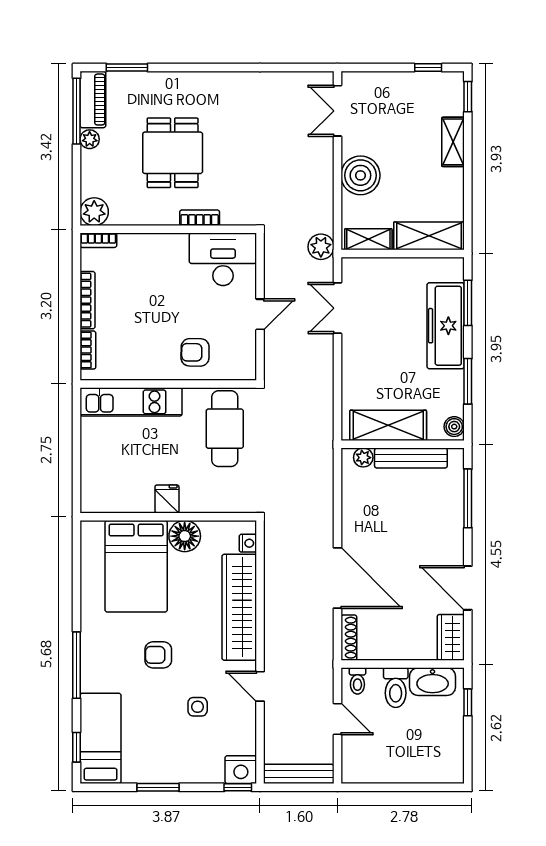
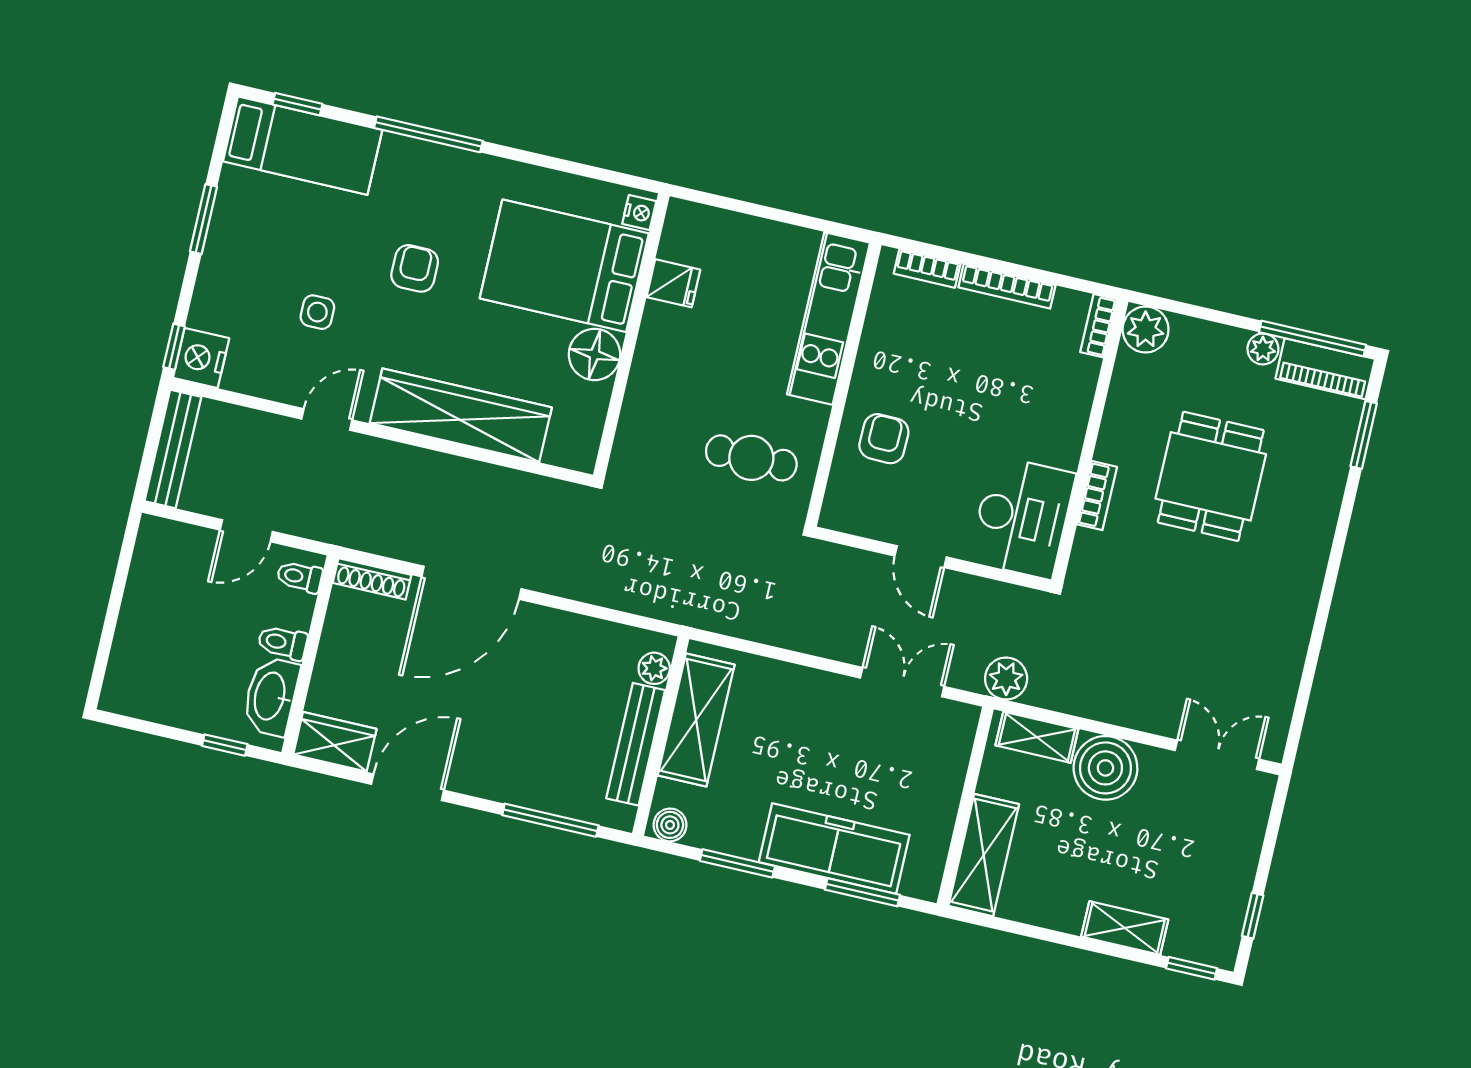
dining table: (173, 153) -> (1211, 476), turned 90
shelving: (368, 239) -> (1037, 737), moved, turned 90
cafe table: (225, 429) -> (751, 458), width x0.73, depth x0.74
fridge: (167, 499) -> (673, 283), moved
nightstand: (248, 543) -> (639, 213), moved, turned -90
toilet: (396, 688) -> (283, 643), width x0.73, depth x0.72

